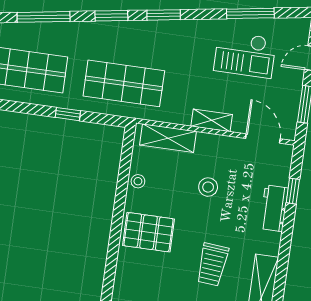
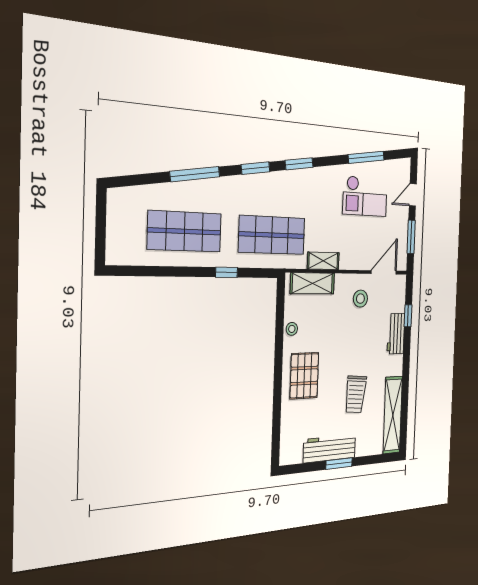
shelving: (212, 120) -> (323, 261), moved
door: (263, 139) -> (384, 272), hinge flipped
stool: (208, 187) -> (360, 299), moved
pallet: (148, 232) -> (304, 376), turned 90

